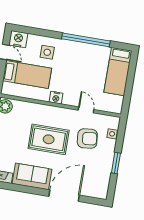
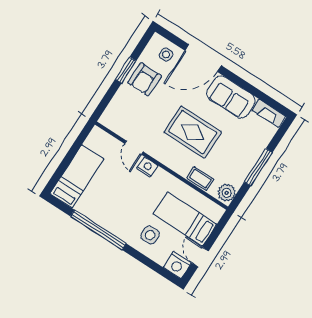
nightstand: (56, 98) -> (147, 167), moved
coffee table: (29, 108) -> (200, 179), added
side table: (112, 134) -> (166, 54), moved
armchair: (87, 139) -> (145, 79), moved, turned -84

